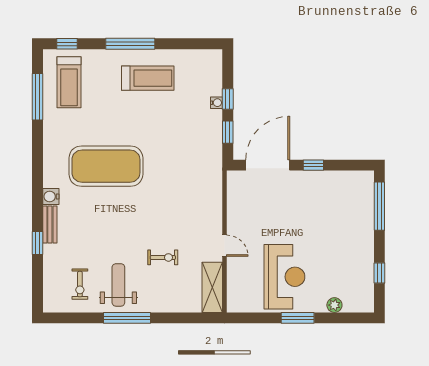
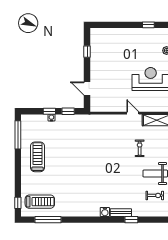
window: (130, 44) -> (18, 135), moved
door: (268, 165) -> (87, 88), width x0.53
window: (313, 165) -> (87, 52), moved
exercise mat: (106, 166) -> (88, 181), removed
window: (379, 206) -> (110, 25), removed
door: (224, 246) -> (133, 113), hinge flipped

